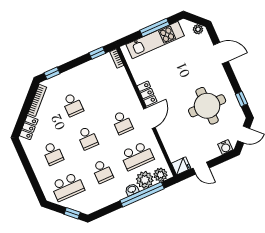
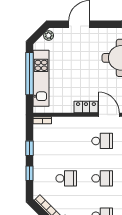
window: (155, 27) -> (30, 74), width x1.46
window: (97, 53) -> (30, 148), moved
window: (52, 73) -> (30, 173), moved

